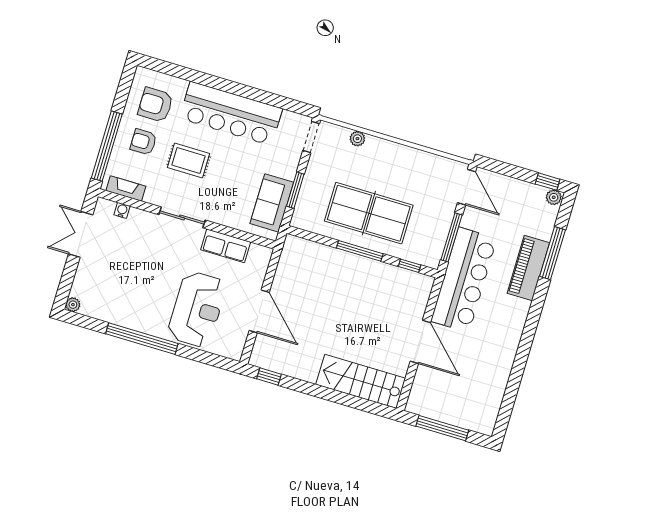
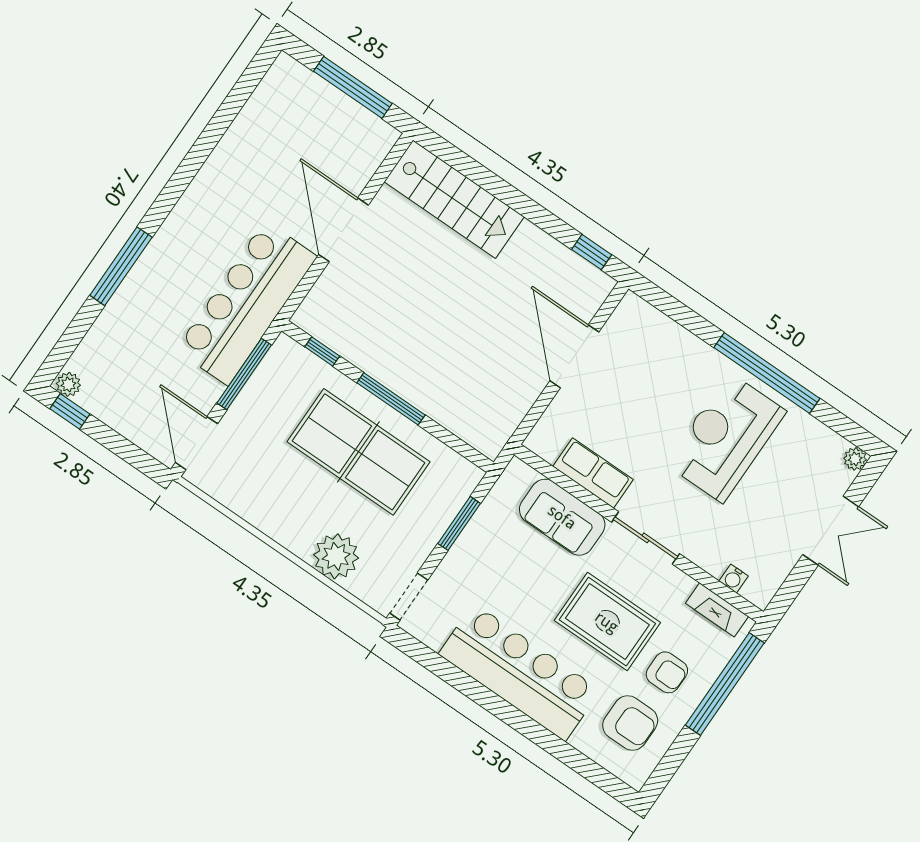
plant: (357, 139) -> (336, 556), width x1.87, depth x1.87
rug: (189, 161) -> (607, 622), width x1.36, depth x1.43
sofa: (272, 203) -> (562, 517), moved, turned 90
double door: (81, 234) -> (831, 531), moved
window: (553, 253) -> (121, 266), moved
piano: (528, 268) -> (142, 289), removed
reception desk: (197, 309) -> (726, 438), moved

